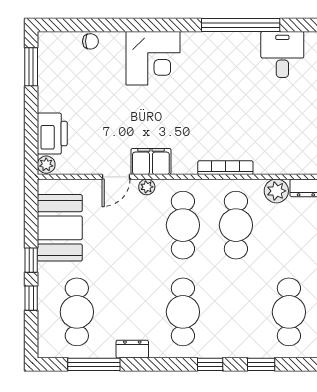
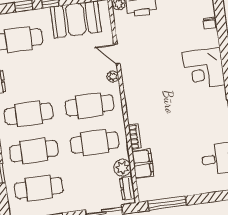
filing cabinet: (151, 161) -> (143, 164), moved
bookcase: (225, 168) -> (135, 137), width x0.64
cafe table: (236, 312) -> (34, 151), added

